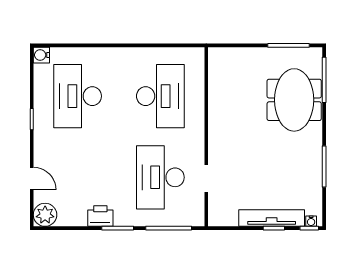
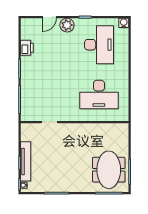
desk: (78, 96) -> (99, 45), turned 90
meeting table: (294, 100) -> (109, 170), moved, turned 90
desk: (160, 177) -> (50, 94), removed
plant: (45, 215) -> (67, 25), moved
printer: (100, 216) -> (27, 48), moved

